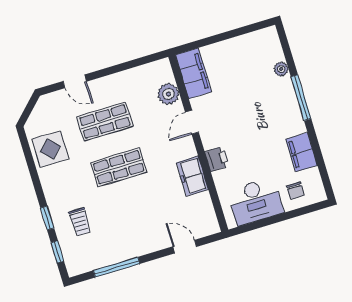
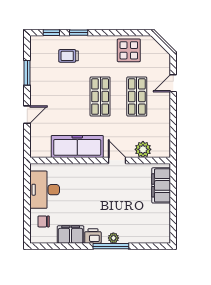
plant: (281, 69) -> (113, 238), moved
filing cabinet: (193, 73) -> (161, 185), moved, turned 90
printer: (217, 159) -> (93, 236), moved, turned 180
freezer: (192, 176) -> (77, 147), width x1.91, depth x1.26
door: (185, 247) -> (27, 115), moved
window: (117, 267) -> (27, 73), width x0.69

